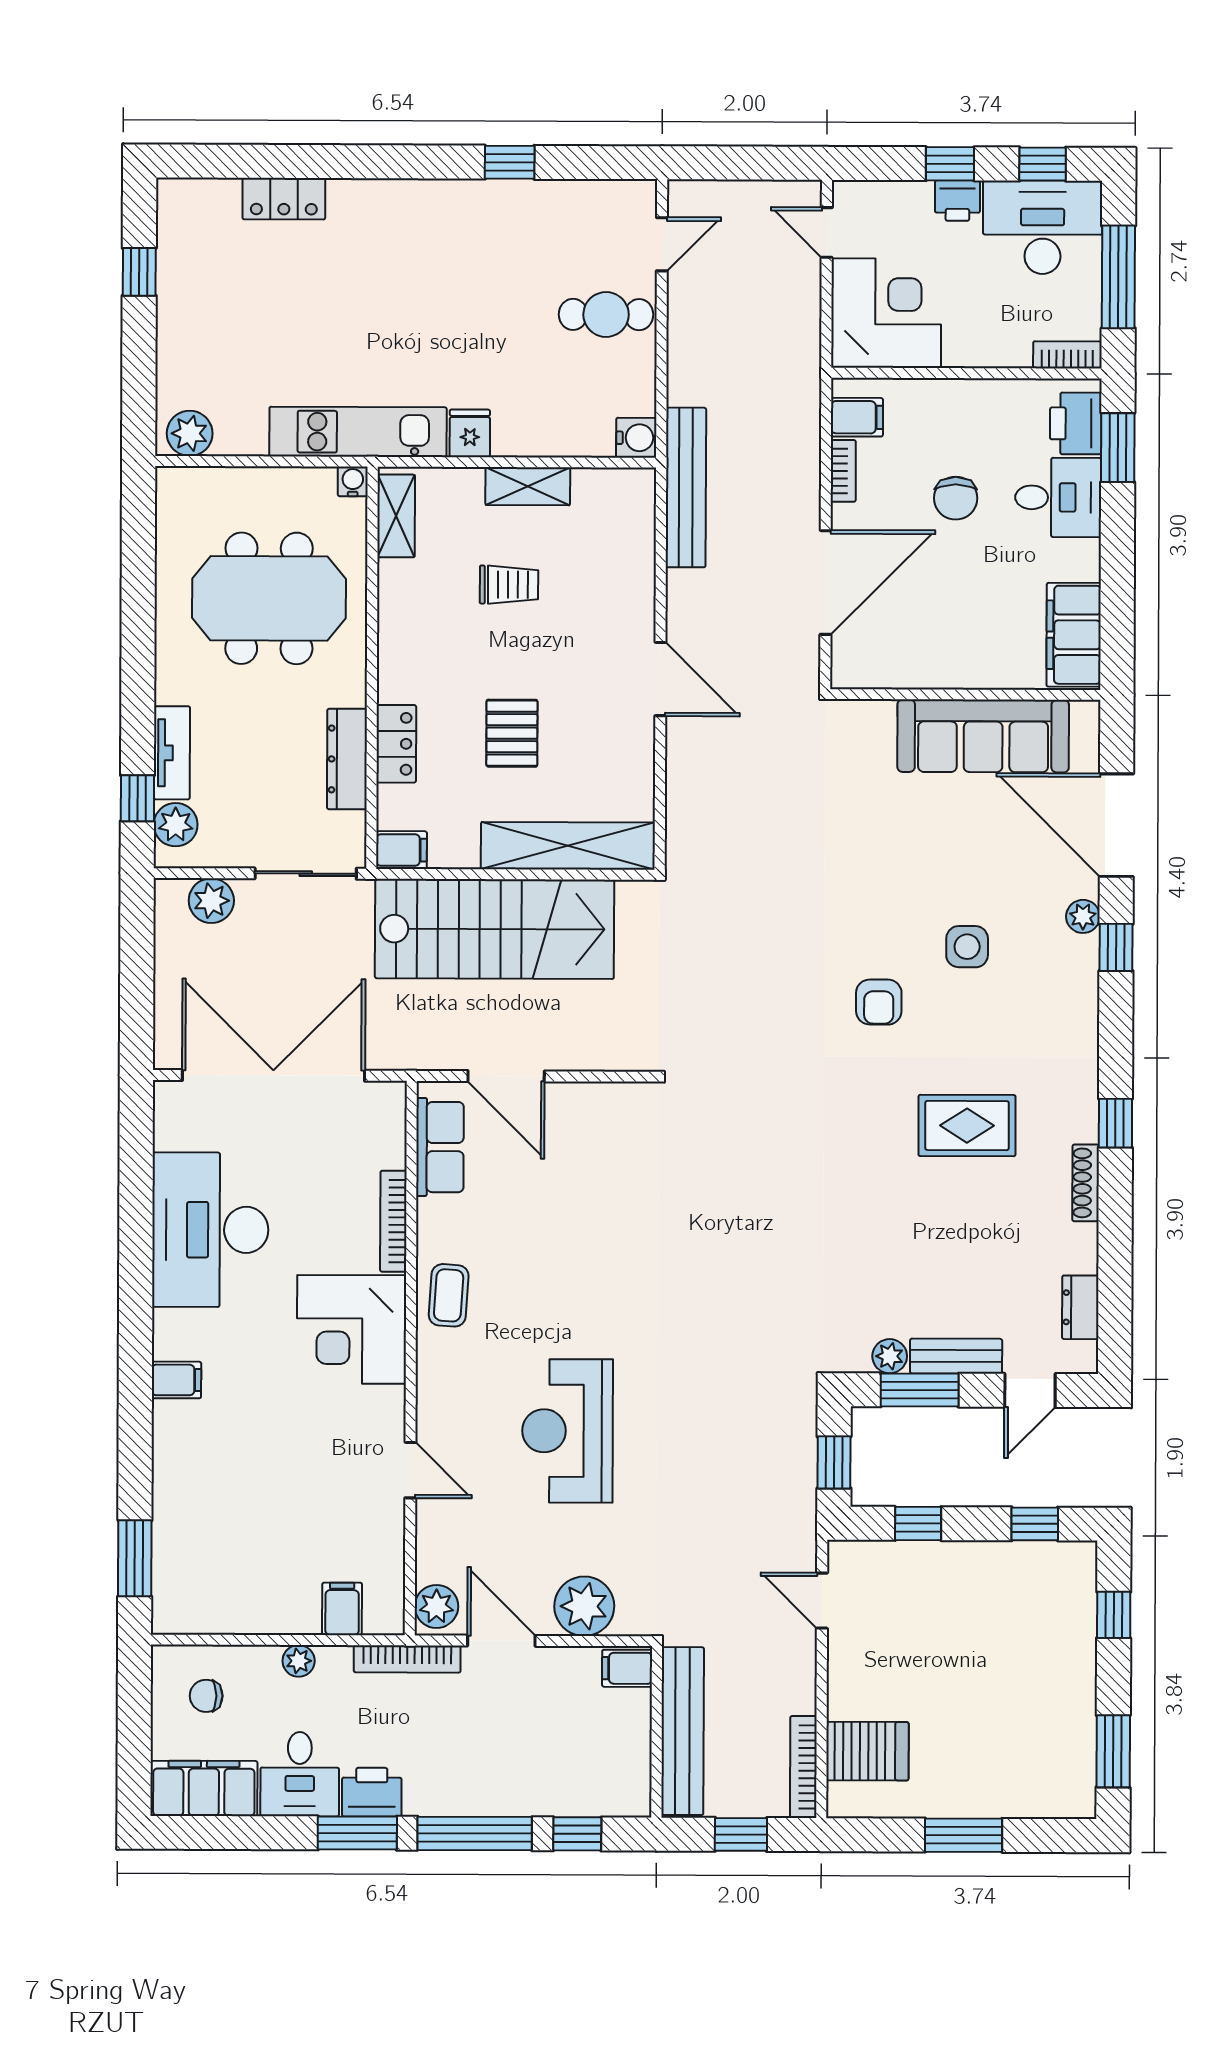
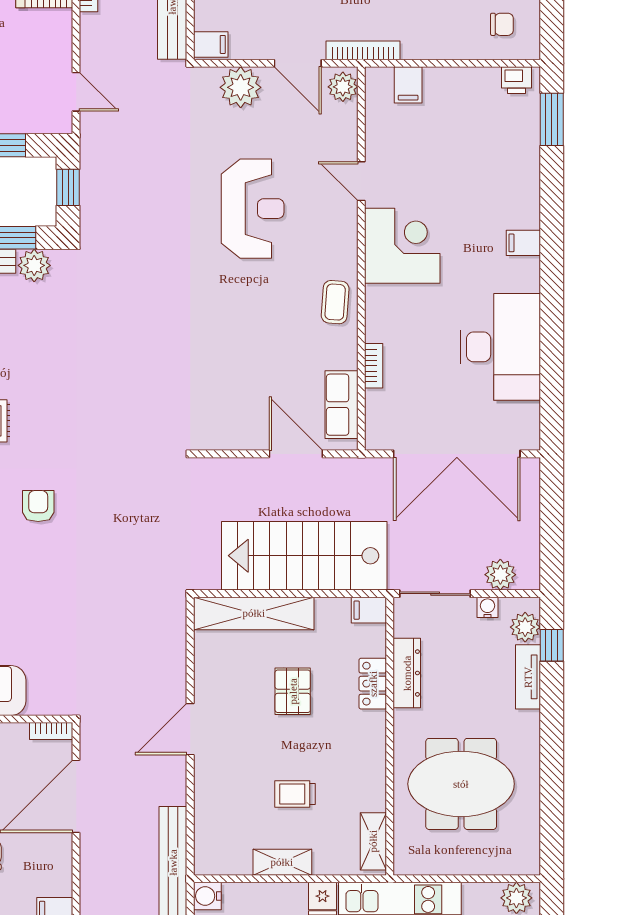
bookcase: (843, 471) -> (51, 731), moved, turned -90
water cooler: (353, 481) -> (487, 607), moved, turned 180
door: (660, 679) -> (190, 729), hinge flipped
bookcase: (393, 1221) -> (374, 366), width x0.64
corner desk: (352, 1329) -> (402, 246), moved
plant: (890, 1356) -> (34, 265), width x1.38, depth x1.38
printer: (185, 1615) -> (516, 80), added
plant: (299, 1661) -> (438, 49), removed

